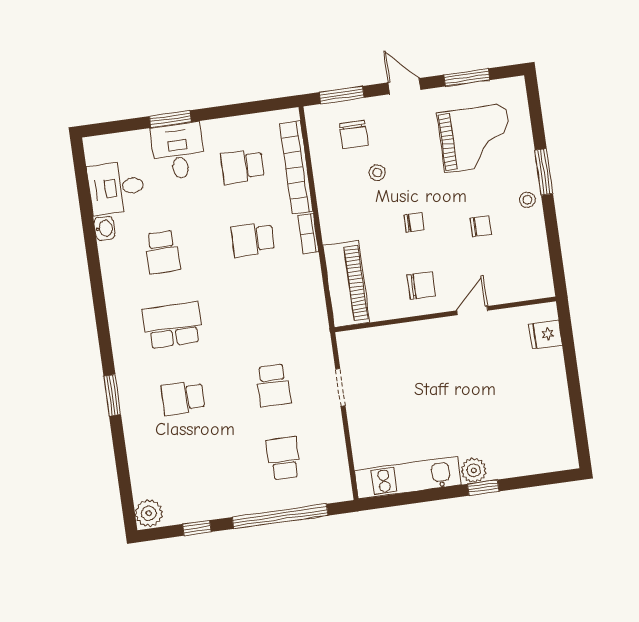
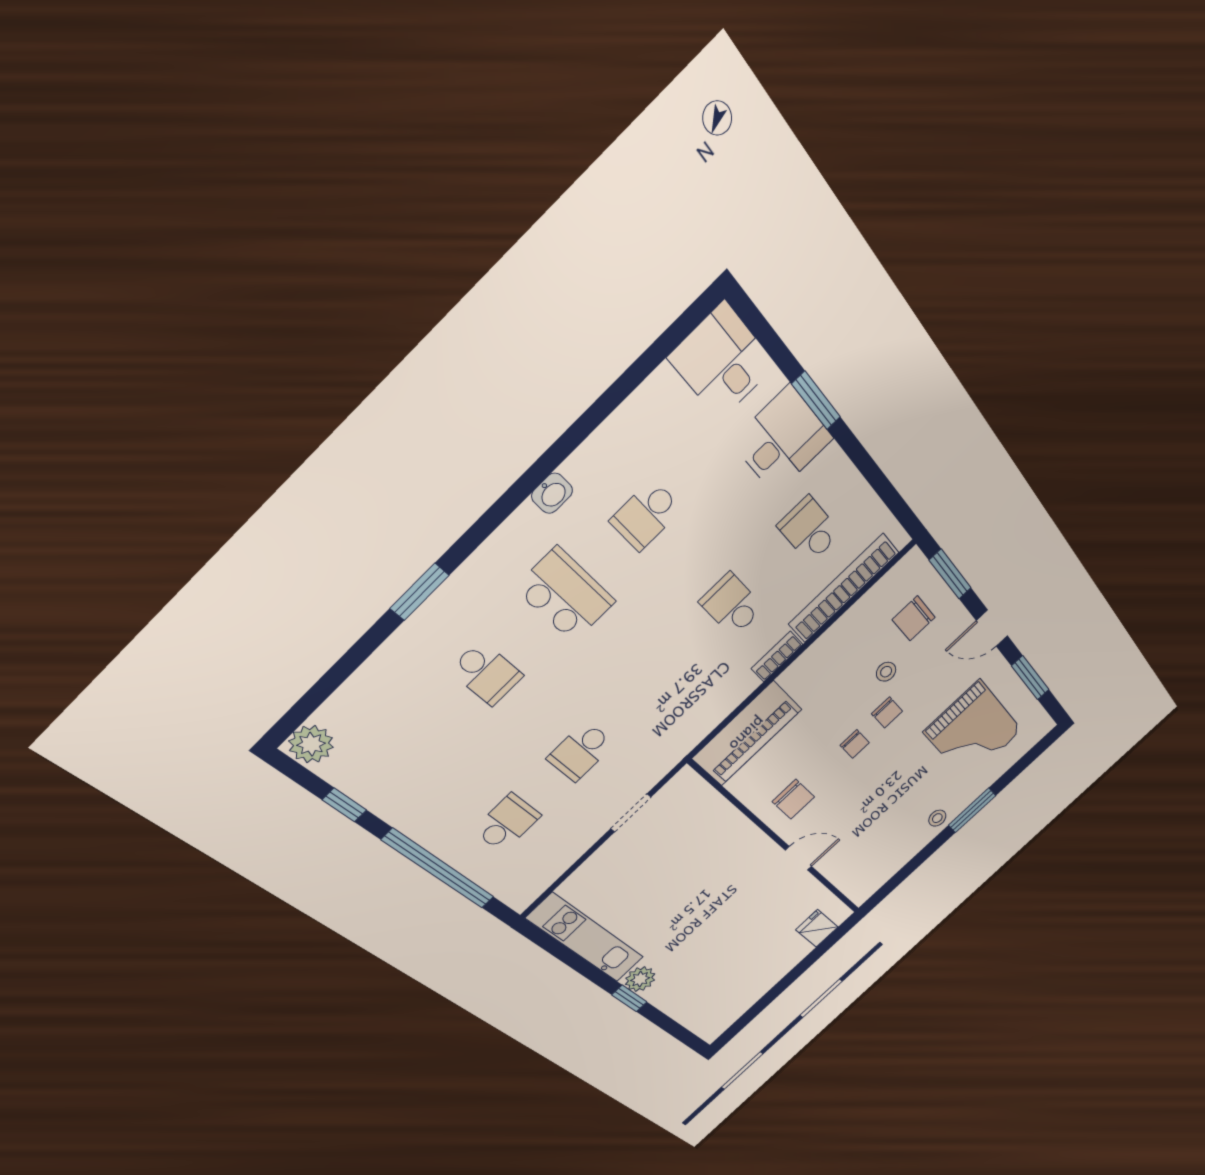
door: (404, 86) -> (992, 628), swing flipped
desk: (116, 188) -> (722, 361), moved
chair: (481, 226) -> (887, 712), moved
washbasin: (104, 228) -> (552, 493), moved
school desk: (183, 398) -> (486, 673), turned 180

